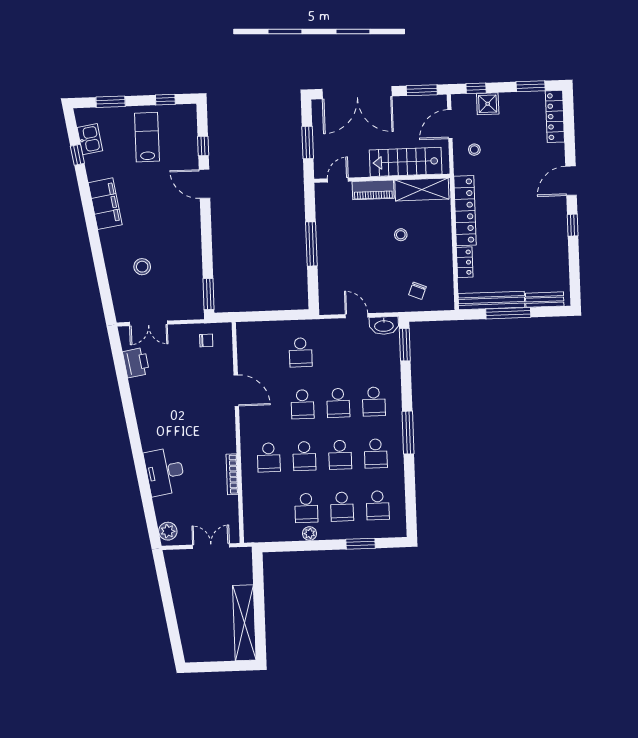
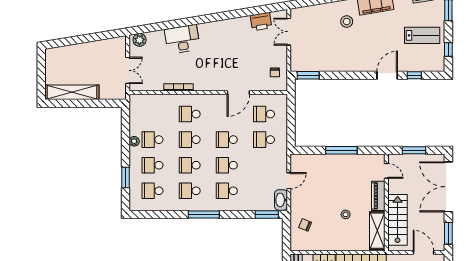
stool: (142, 267) -> (347, 22), moved
school desk: (265, 354) -> (264, 114), added

